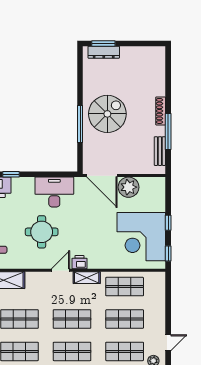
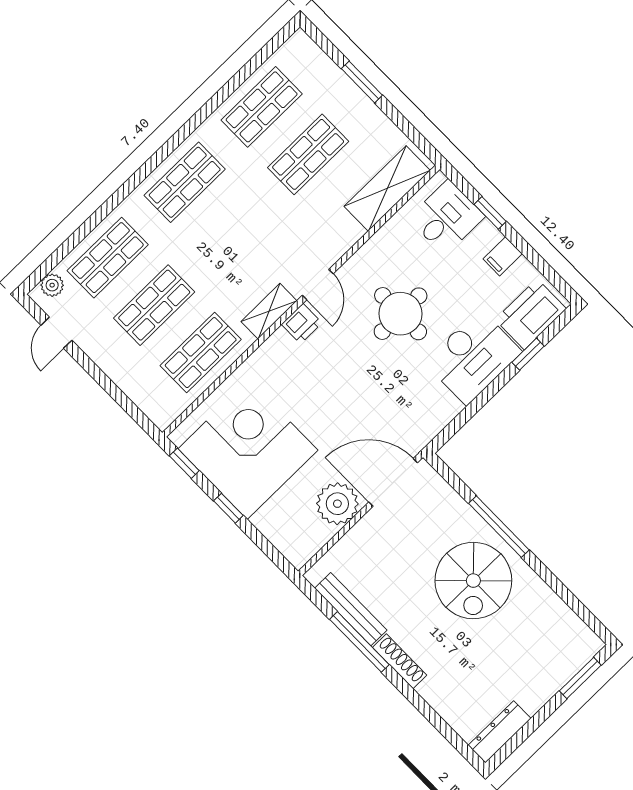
dresser: (104, 52) -> (500, 732), moved
bench: (160, 151) -> (351, 609), width x1.36
desk: (54, 192) -> (473, 357), moved
shop shelf: (72, 319) -> (231, 230), removed

